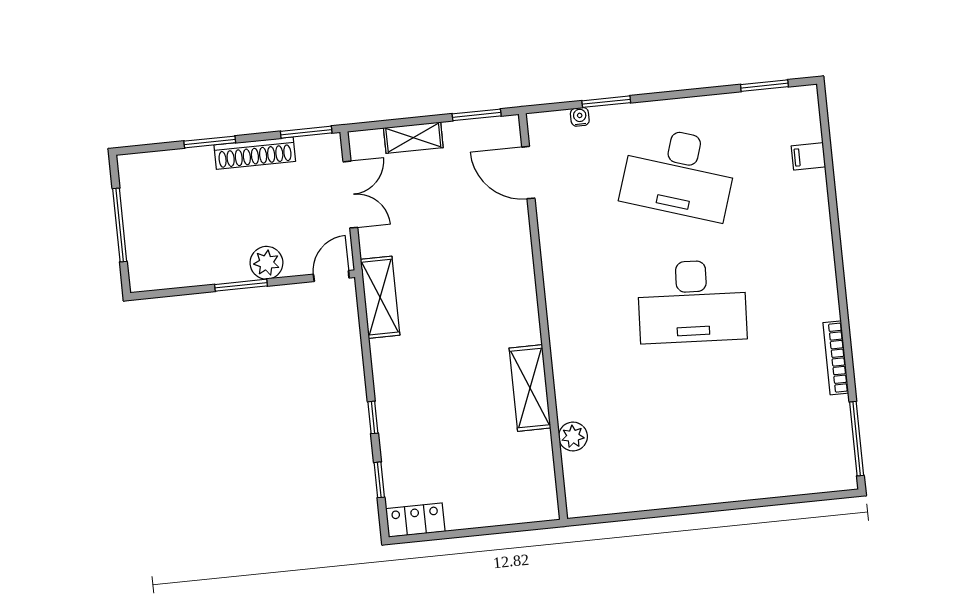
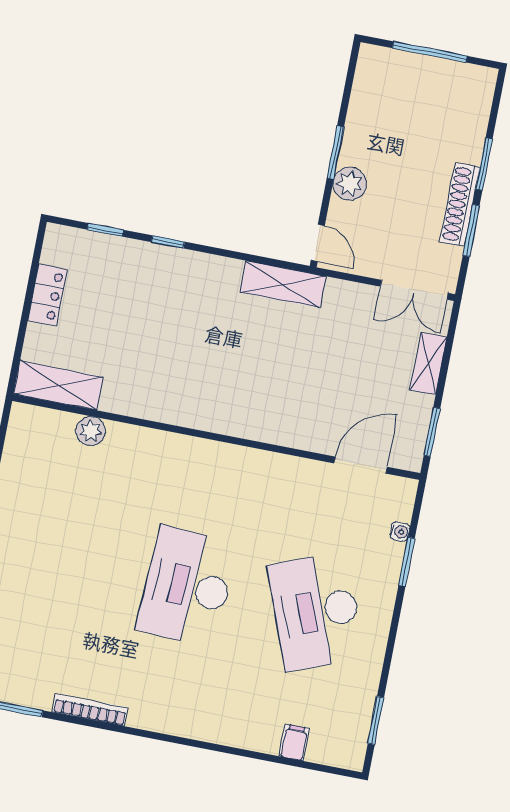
window: (306, 132) -> (471, 230), moved
desk: (679, 173) -> (316, 612), turned -39
double door: (350, 195) -> (414, 290), moved
shelving: (530, 388) -> (58, 386), moved
locker: (415, 520) -> (47, 295), moved

